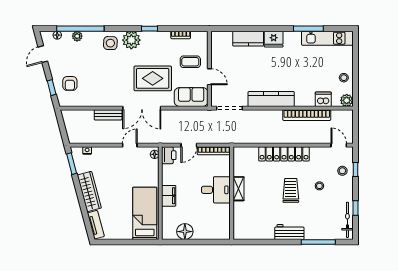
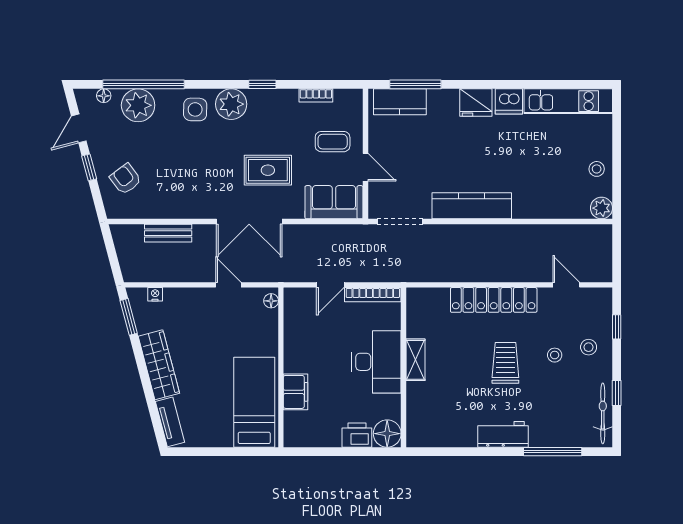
window: (308, 29) -> (415, 84), moved
plant: (77, 36) -> (138, 105), width x1.88, depth x1.88
kitchen counter: (248, 39) -> (400, 102), moved
rug: (153, 78) -> (268, 170), width x0.73, depth x0.70
armchair: (70, 83) -> (125, 179), turned 143
window: (52, 88) -> (89, 167), moved
dishwasher: (323, 99) -> (509, 101), moved, turned 180
bench: (108, 115) -> (168, 233), moved
bookcase: (307, 115) -> (533, 233), removed
door: (130, 145) -> (228, 285), hinge flipped
door: (339, 145) -> (566, 285), moved
printer: (169, 155) -> (357, 435), moved, turned -90
stool: (342, 171) -> (589, 347), moved
desk: (216, 190) -> (376, 362), width x1.37
filing cabinet: (169, 196) -> (295, 392), moved
floor lamp: (185, 232) -> (387, 434), moved

